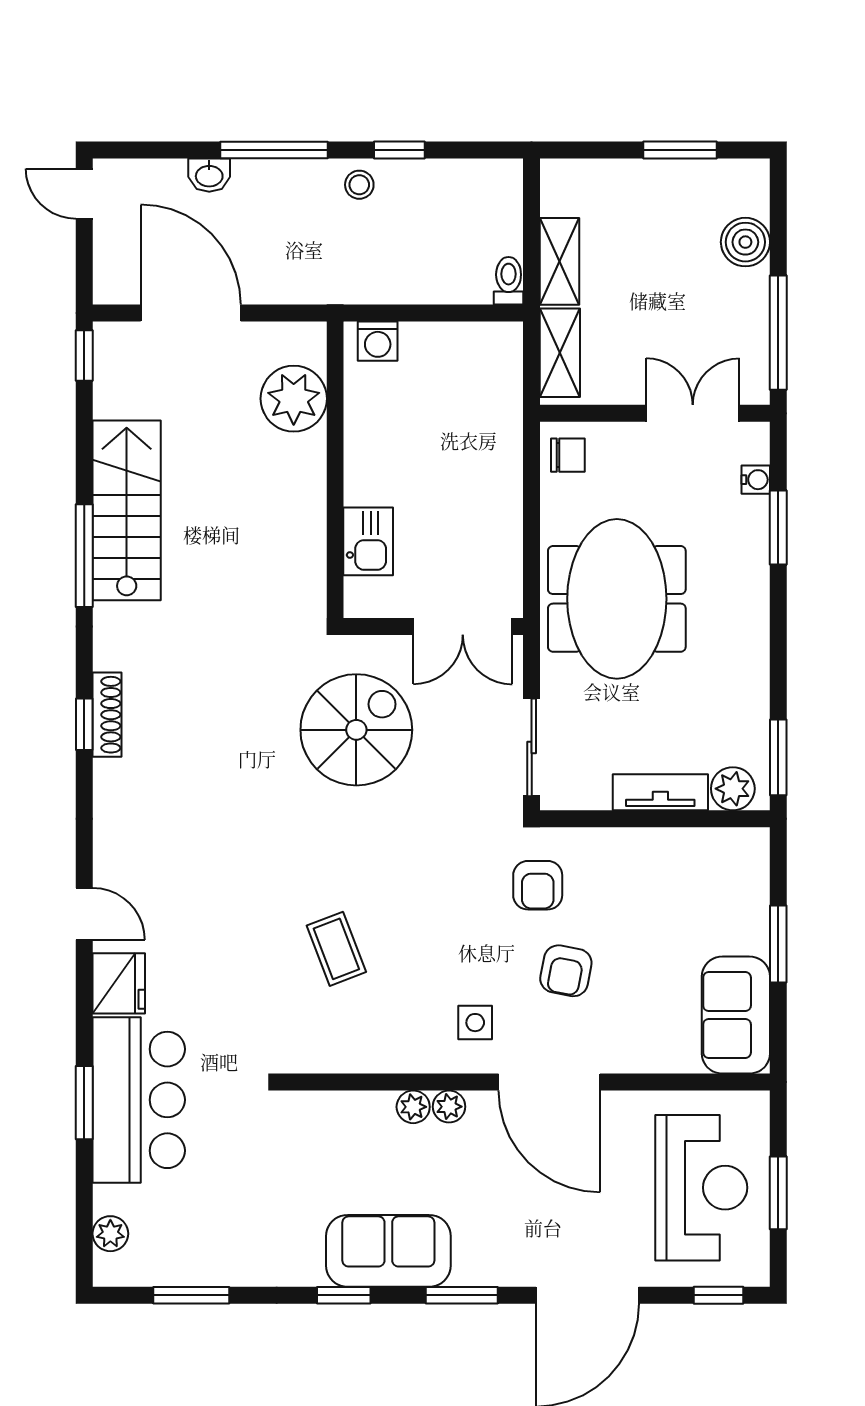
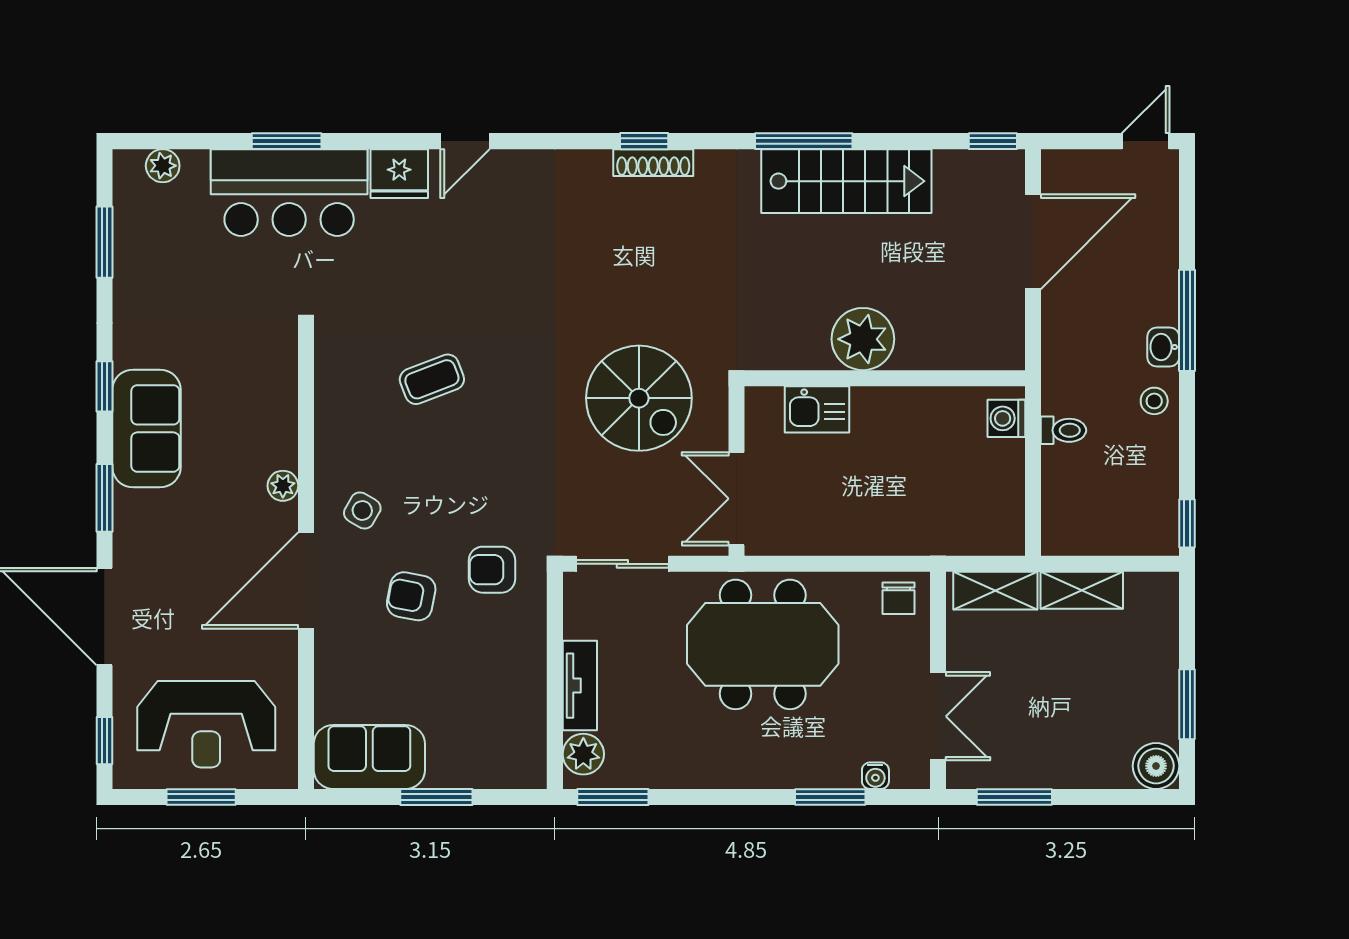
window: (399, 150) -> (1187, 523), moved
washbasin: (209, 175) -> (1163, 347), moved
boiler: (745, 242) -> (1156, 766), moved
toilet: (509, 281) -> (1063, 430), moved
window: (778, 333) -> (1014, 797), width x0.69
plant: (294, 399) -> (863, 339), moved
side table: (475, 1023) -> (362, 510), turned 30
plant: (413, 1107) -> (283, 452), removed

